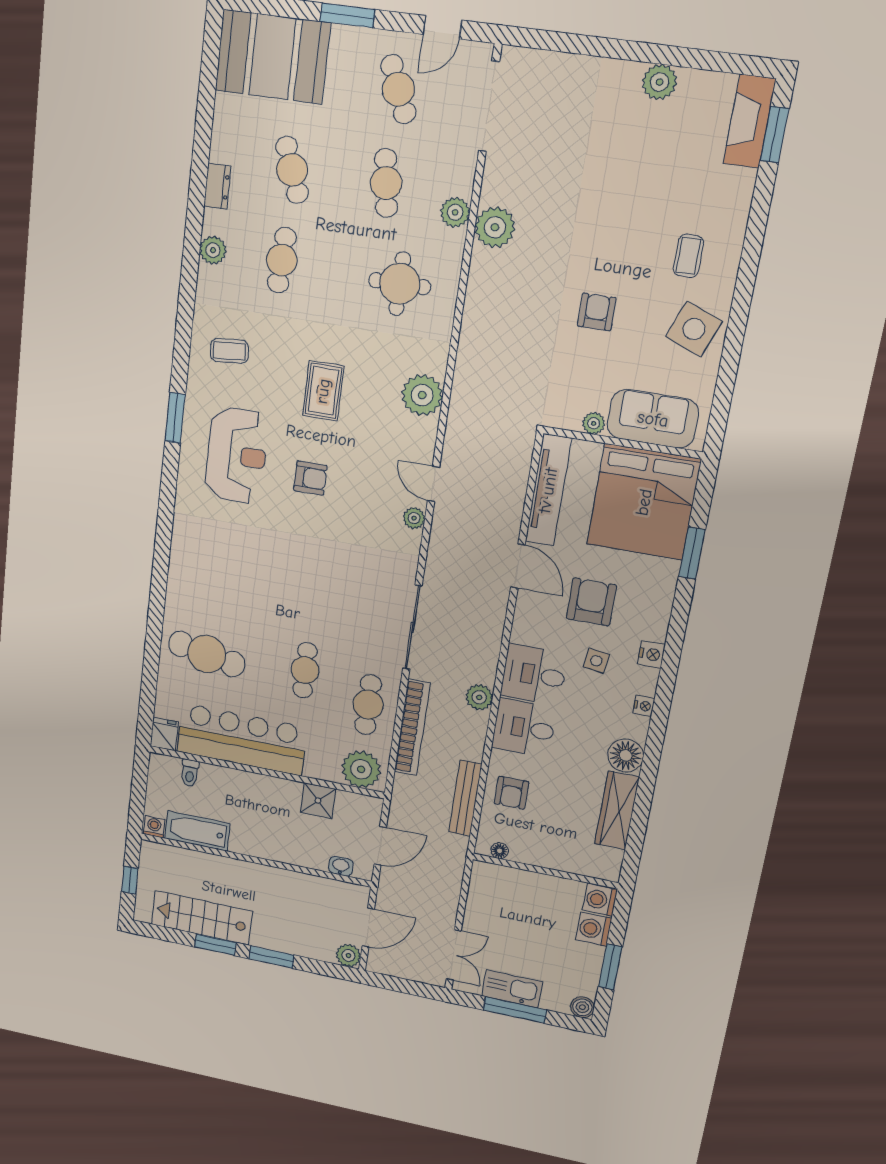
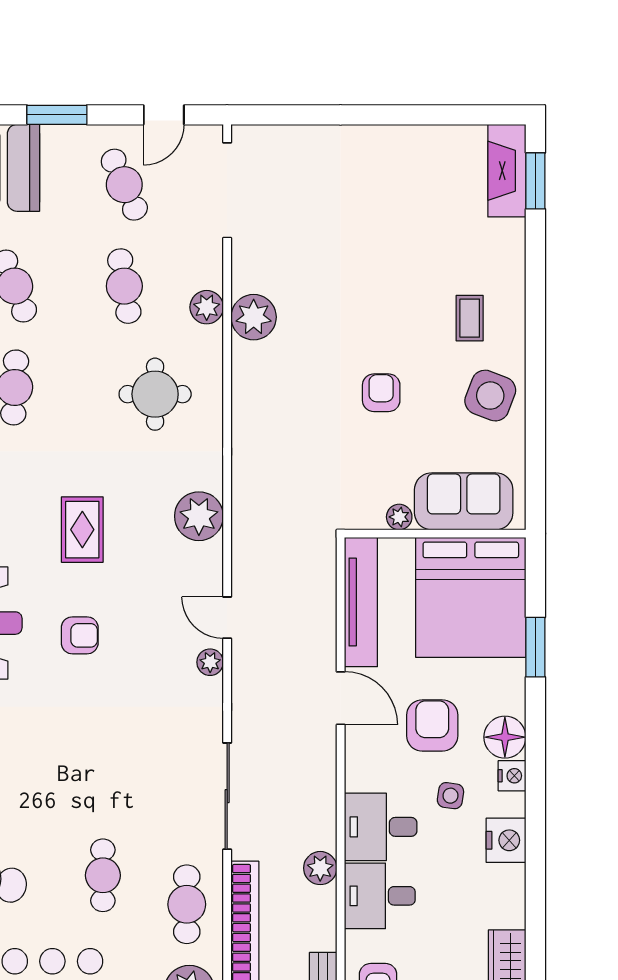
plant: (659, 82) -> (406, 143), removed
nightstand: (644, 706) -> (506, 840), width x1.89, depth x1.79
floor lamp: (626, 756) -> (505, 737), moved

